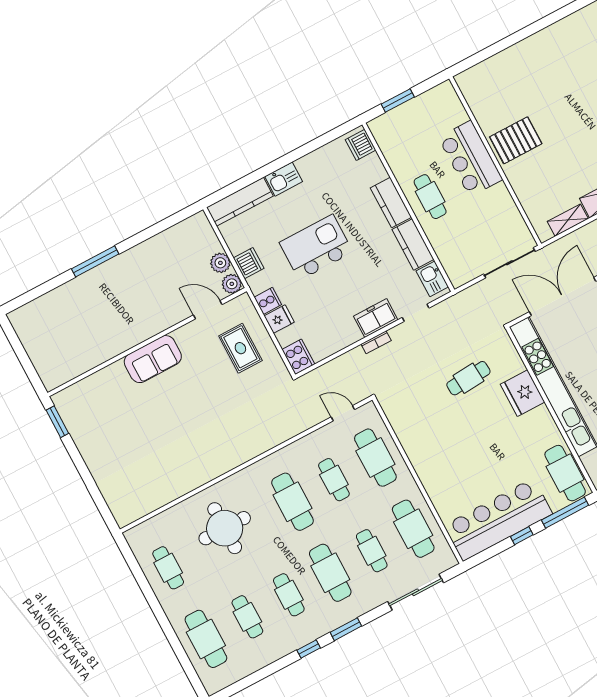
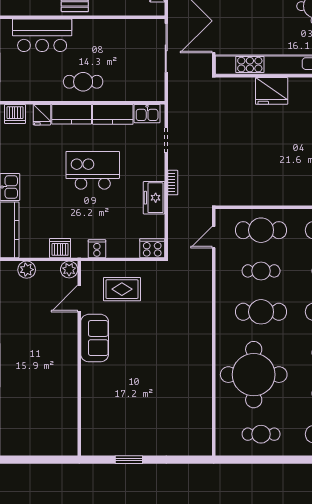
bar counter: (470, 158) -> (42, 35), moved
kitchen island: (316, 247) -> (93, 170), moved, turned 90
plant: (220, 263) -> (27, 270), moved
freezer: (376, 318) -> (154, 198), moved
fridge: (279, 319) -> (42, 115), moved, turned 180
sofa: (153, 359) -> (95, 338), moved
cafe table: (468, 378) -> (238, 126), removed
window: (57, 422) -> (129, 460), moved
round table: (225, 528) -> (254, 375), width x1.36, depth x1.36

